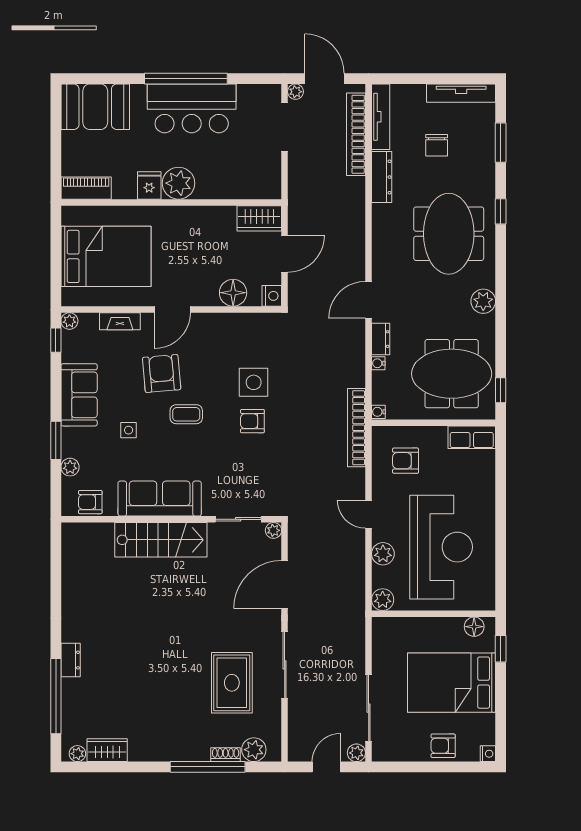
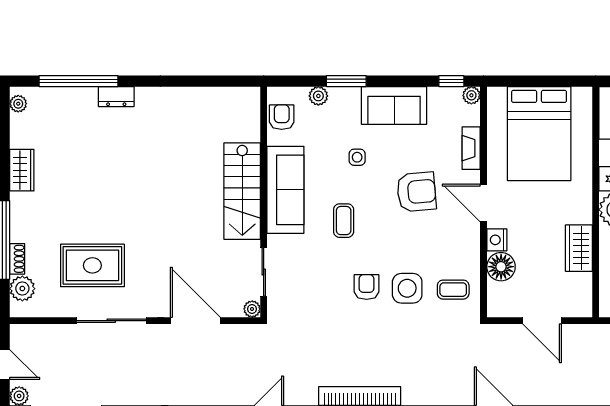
wardrobe: (259, 218) -> (579, 248), moved
nightstand: (272, 296) -> (497, 240), moved, turned 90
coffee table: (255, 338) -> (453, 290), added
coffee table: (186, 414) -> (344, 221), moved
wardrobe: (107, 750) -> (22, 170), moved

